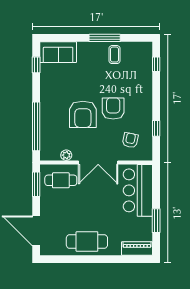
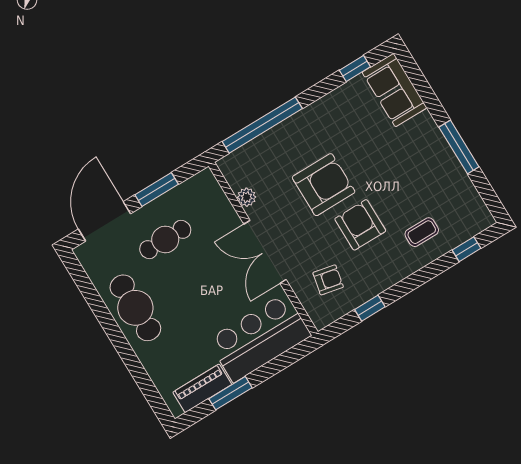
coffee table: (115, 55) -> (422, 232), moved
armchair: (113, 108) -> (360, 225), turned -90
armchair: (83, 114) -> (324, 185), turned 180
cafe table: (61, 180) -> (165, 239), moved, turned 90
window: (36, 184) -> (157, 190), moved
piano: (137, 248) -> (202, 388), moved, turned -90

